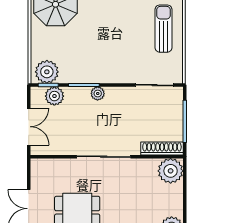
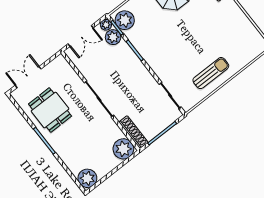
plant: (98, 93) -> (106, 25), moved

